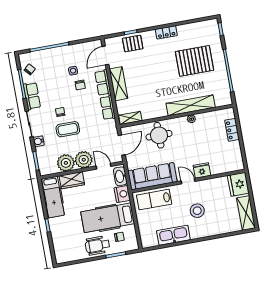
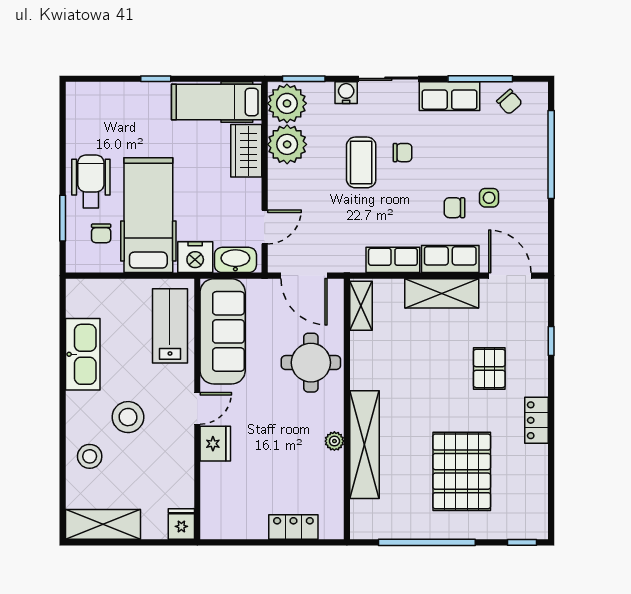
pallet: (133, 44) -> (489, 368), moved
plant: (84, 160) -> (287, 103), moved
fridge: (238, 184) -> (181, 524), width x0.53, depth x0.75
stool: (217, 224) -> (90, 456), added

